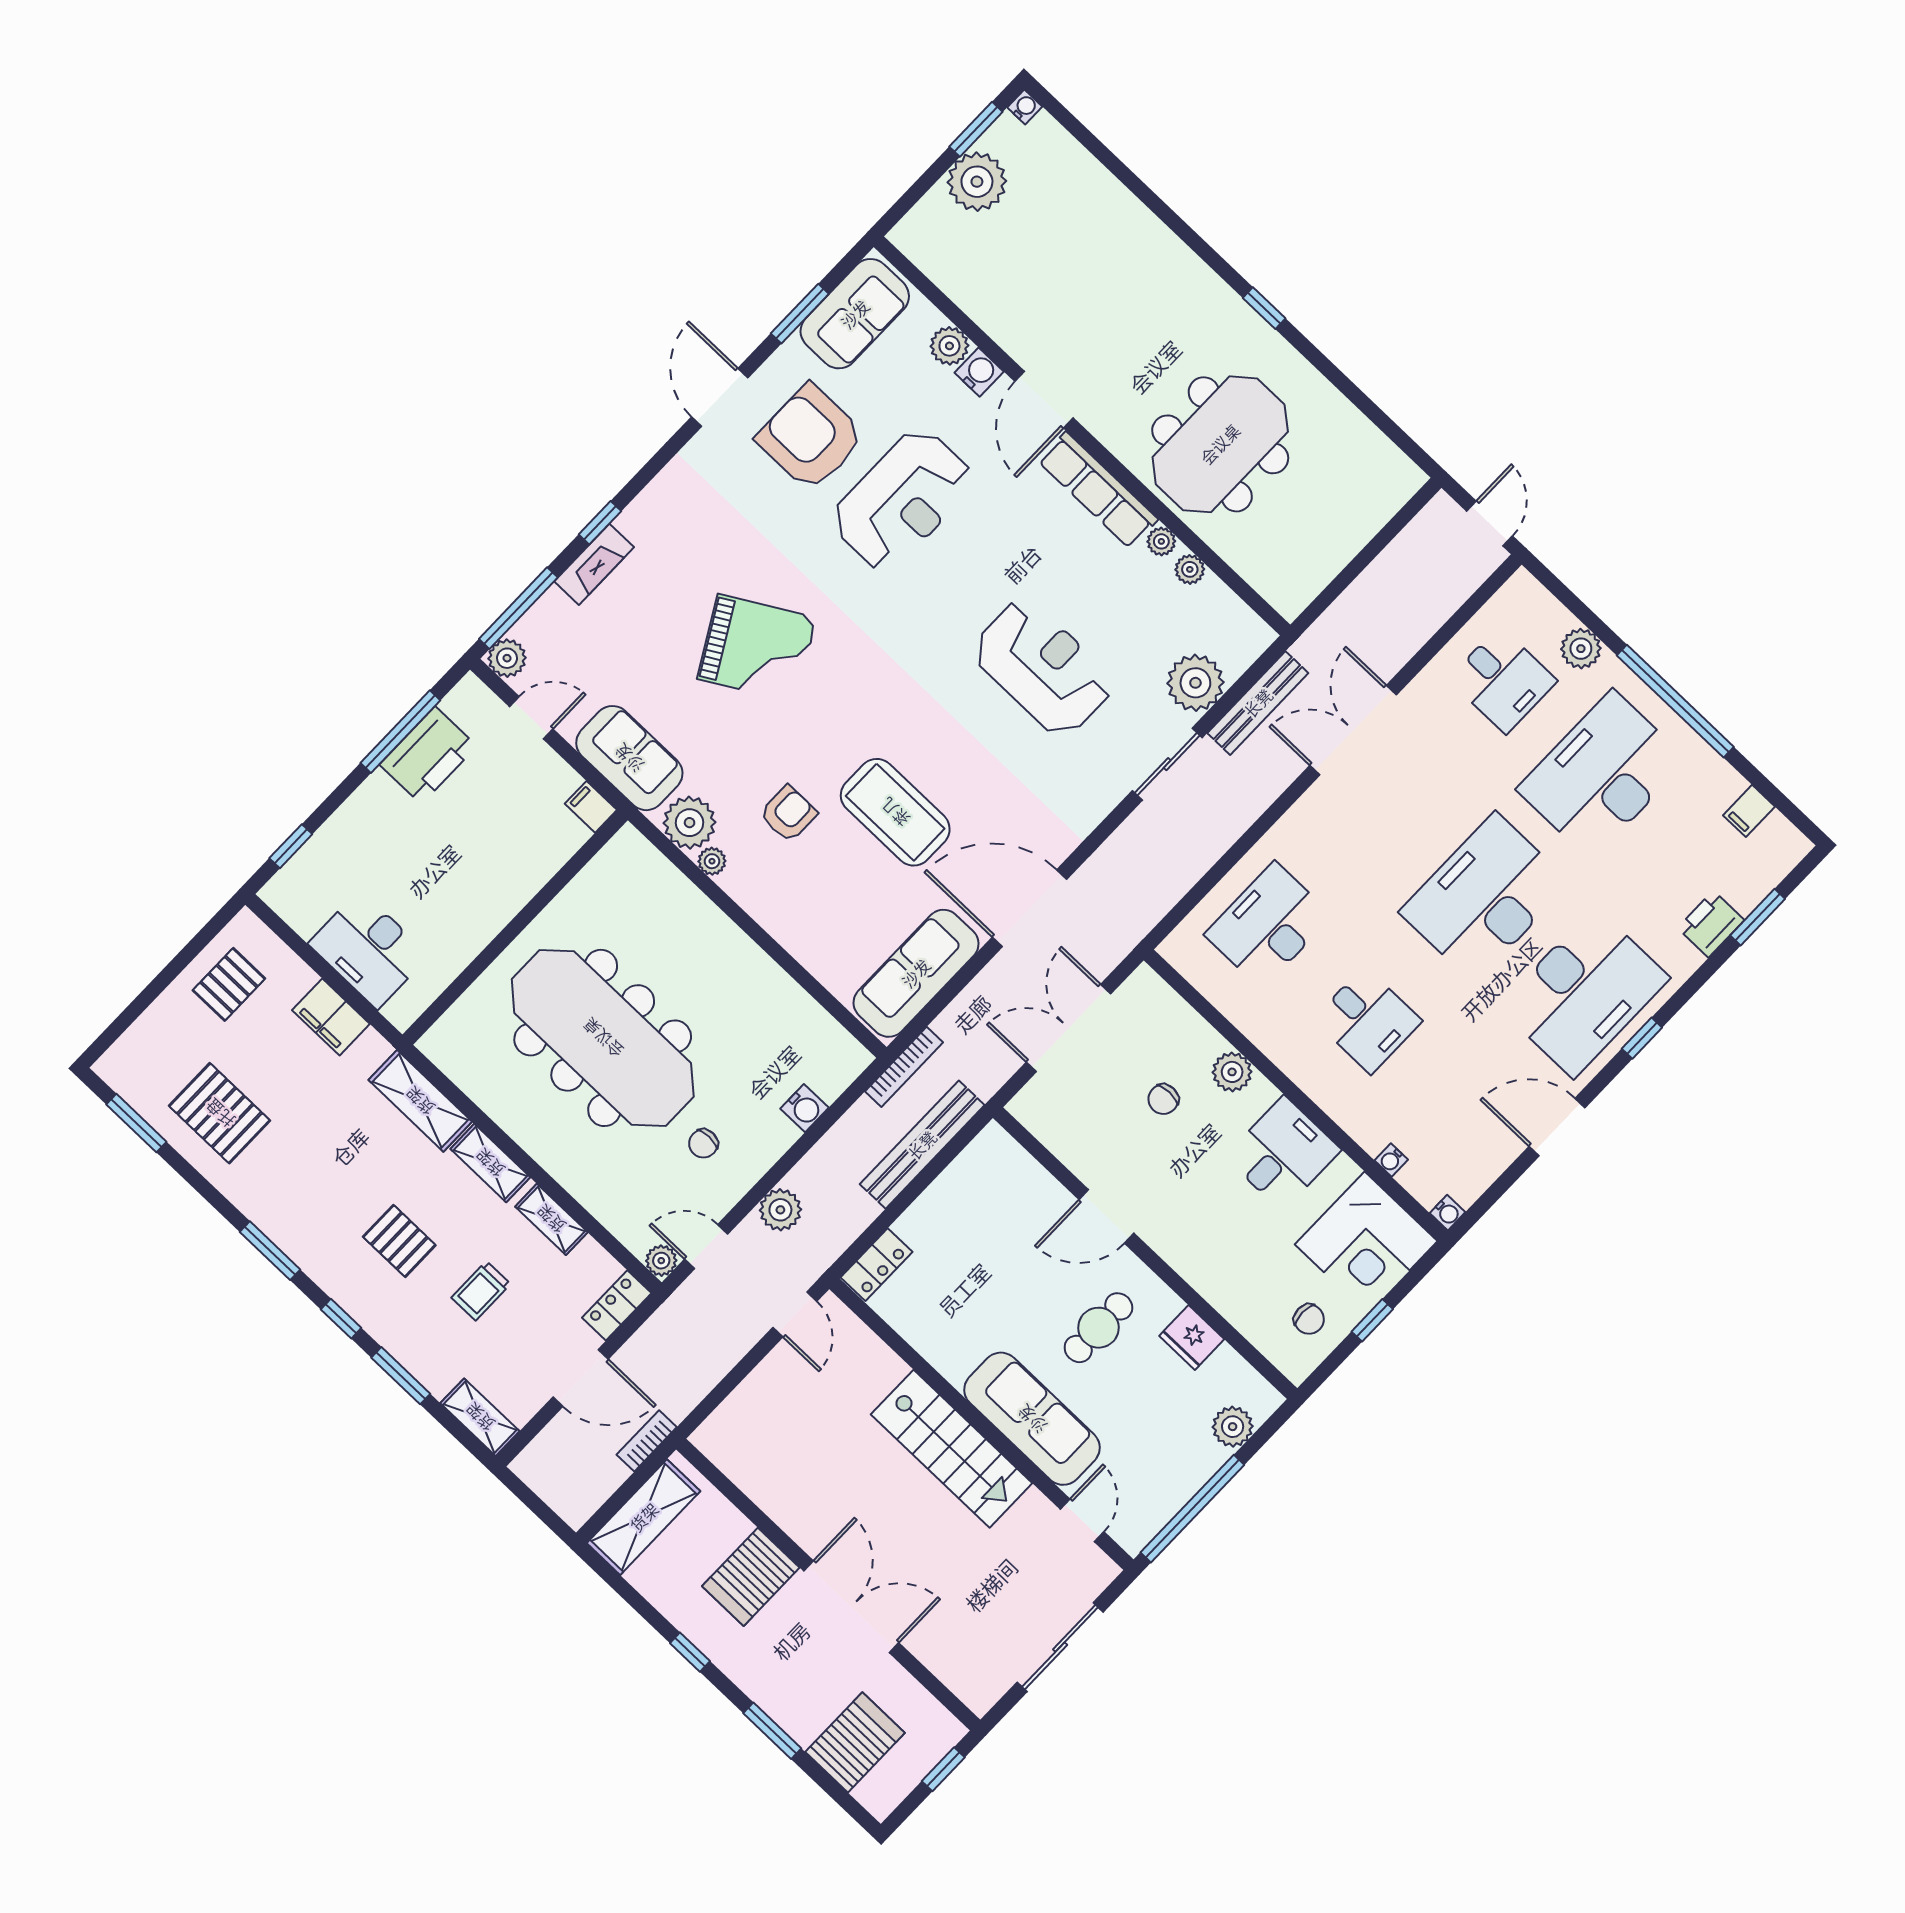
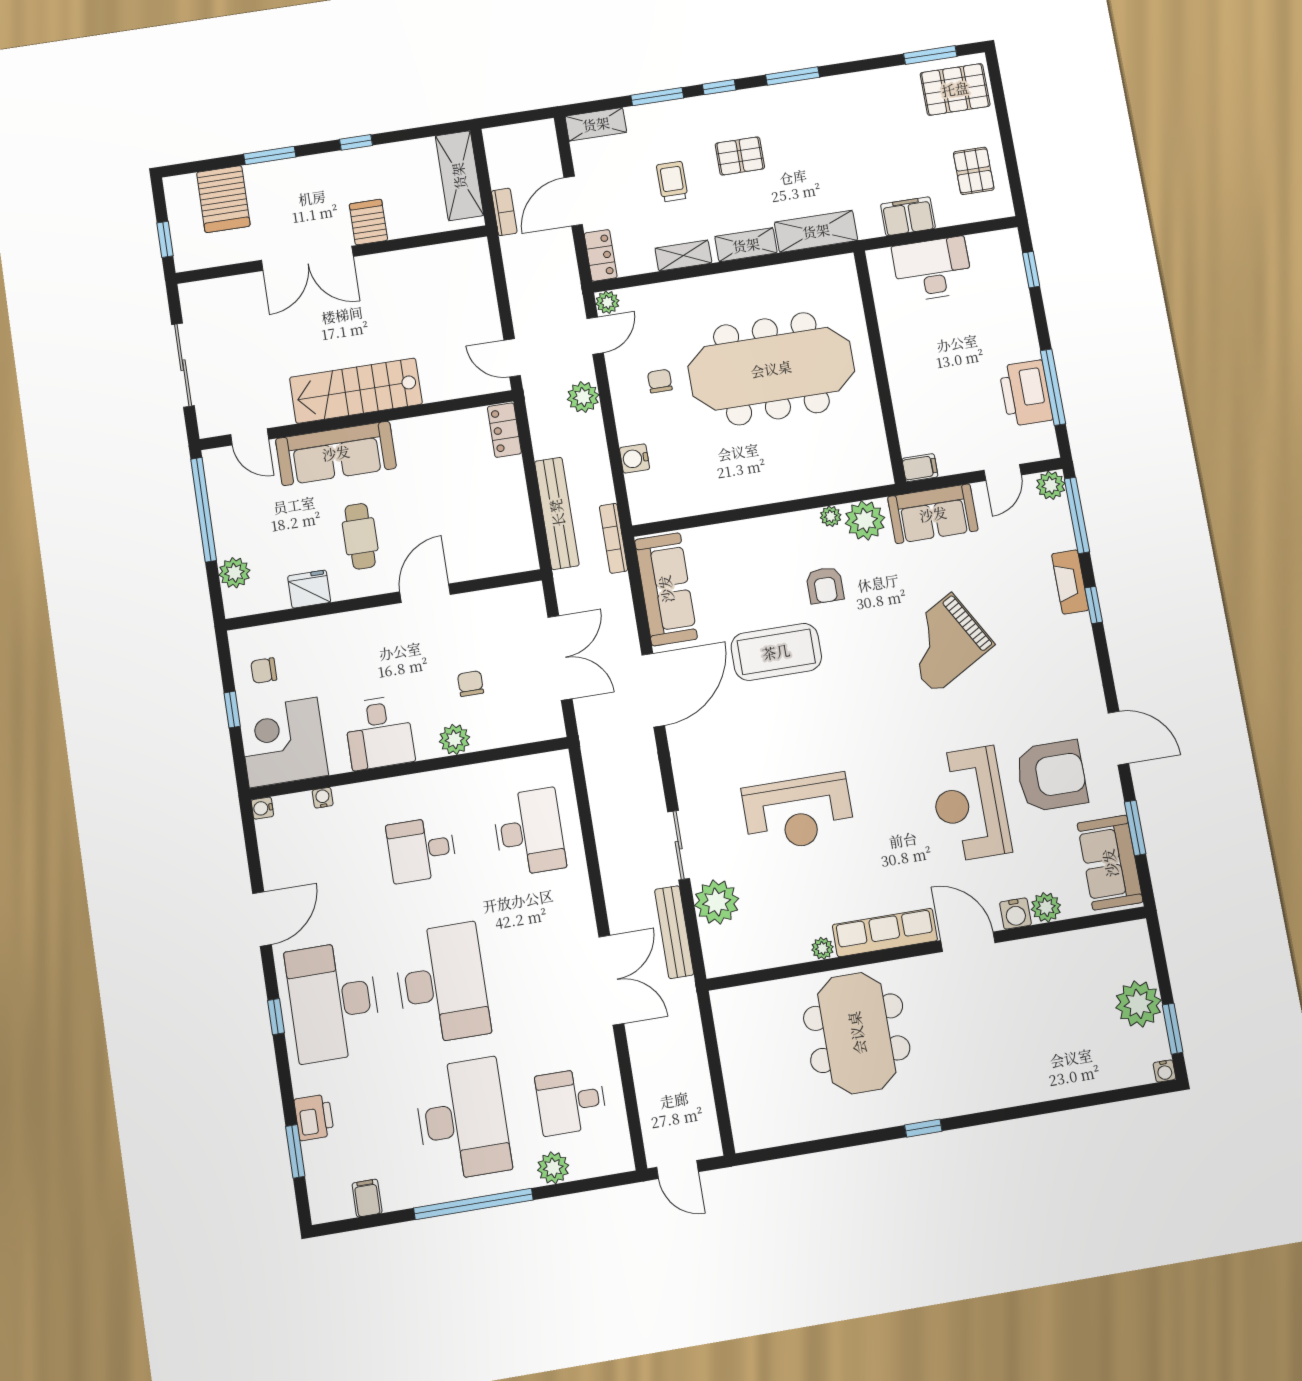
plant: (1190, 569) -> (791, 953), removed
pallet: (220, 1113) -> (955, 89), moved
server rack: (751, 1577) -> (368, 222), width x0.73, depth x0.70

